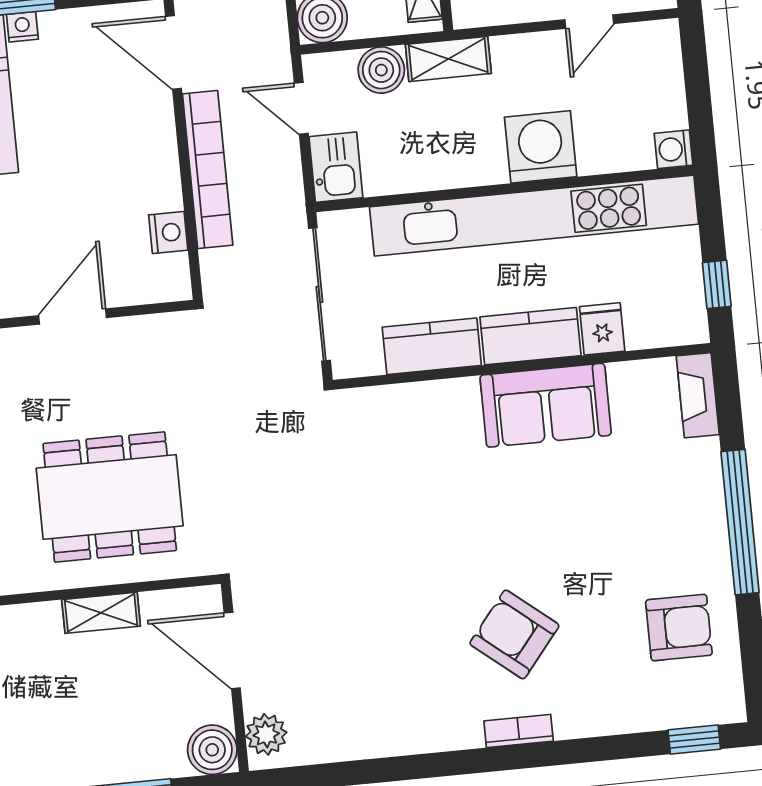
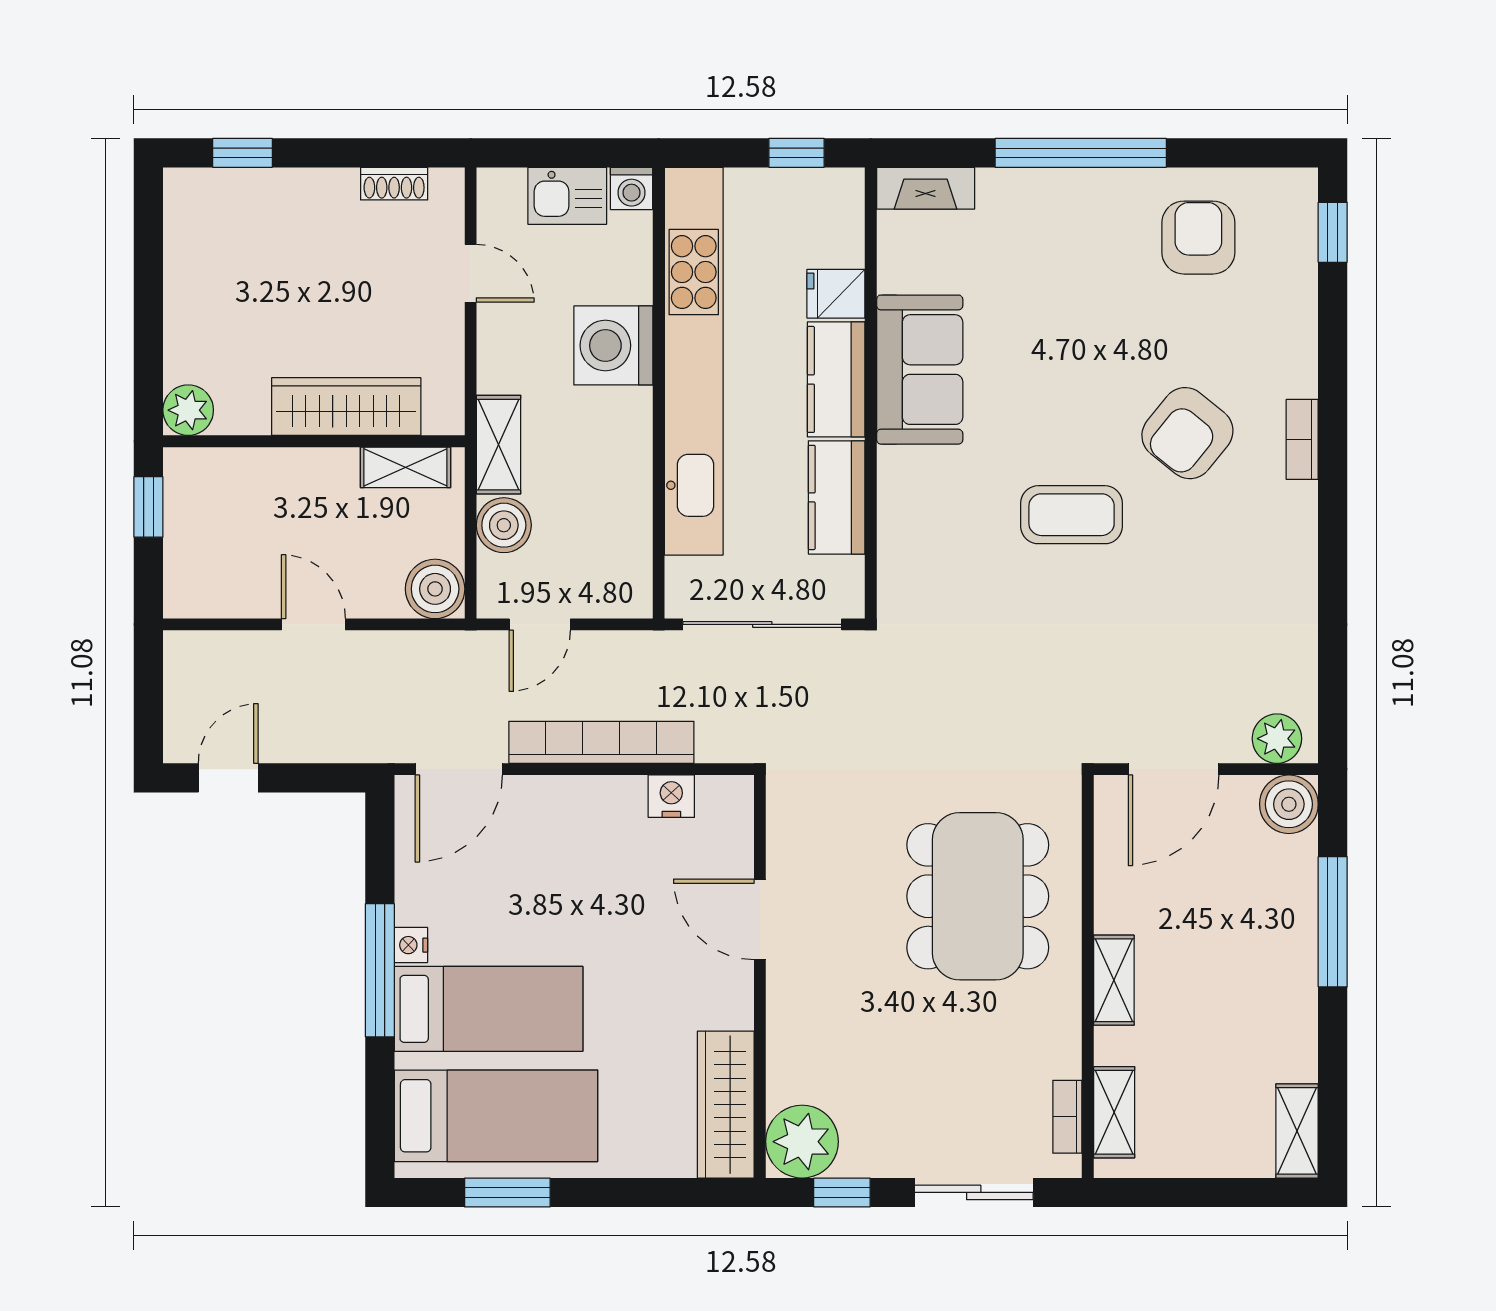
kitchen sink: (336, 167) -> (567, 196), moved, turned 180
coffee table: (437, 544) -> (1072, 515), added
shelving: (101, 613) -> (1114, 980), moved

